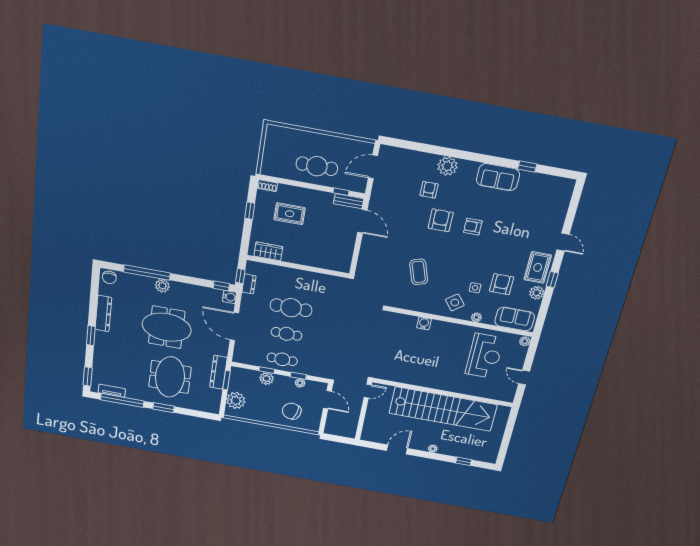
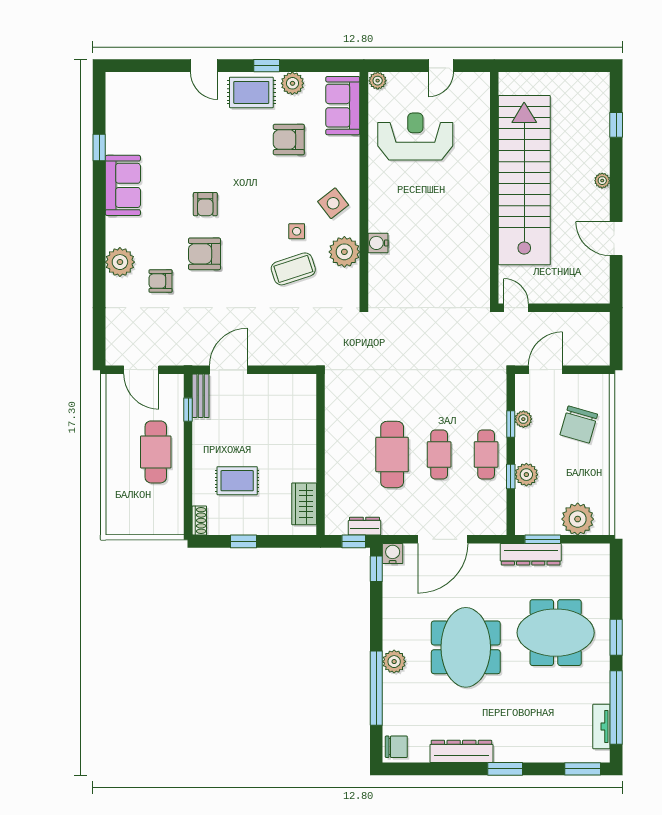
rug: (290, 214) -> (237, 481), turned 90
door: (563, 242) -> (204, 66), swing flipped
side table: (475, 288) -> (297, 231), moved
plant: (476, 317) -> (344, 252), moved, width x1.88, depth x1.88

